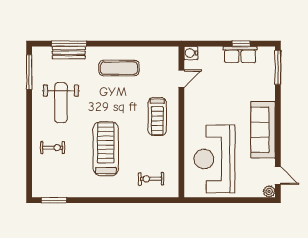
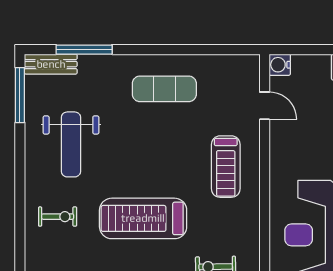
bench: (69, 53) -> (51, 64), moved
door: (181, 79) -> (265, 106), hinge flipped
treadmill: (106, 149) -> (143, 218), turned -90

